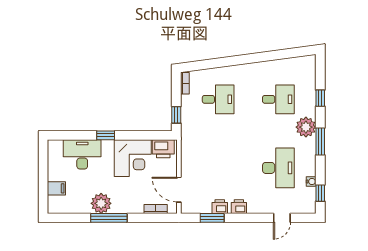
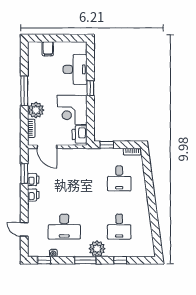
door: (179, 190) -> (47, 147), swing flipped
plant: (101, 203) -> (36, 110), moved

